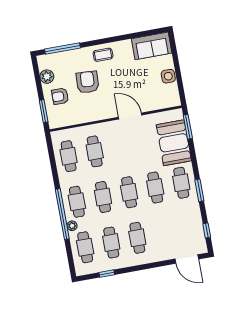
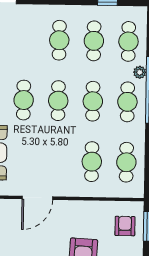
armchair: (60, 96) -> (125, 226), moved, turned -90
door: (130, 116) -> (37, 198), hinge flipped

